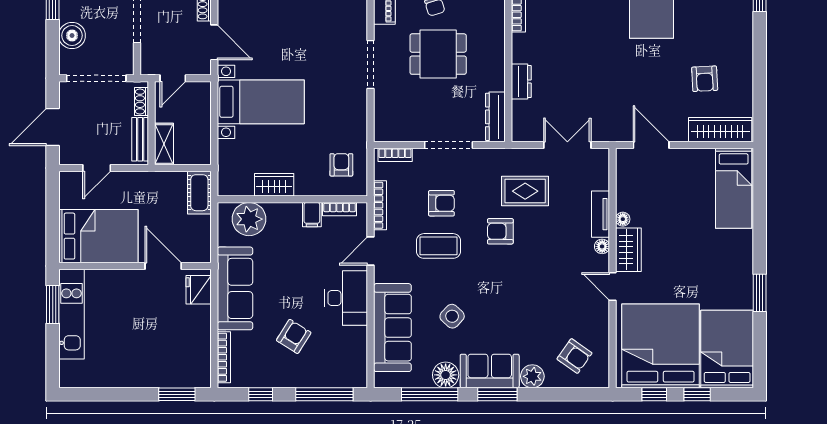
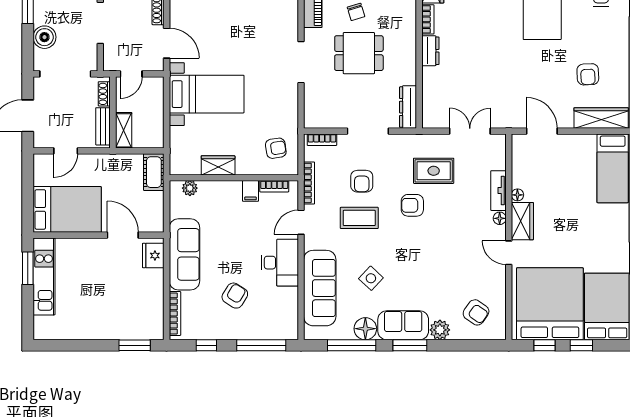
dresser: (521, 81) -> (430, 51), moved
armchair: (341, 165) -> (276, 148), turned 81
armchair: (441, 203) -> (362, 181), turned 90
plant: (249, 219) -> (190, 188), width x0.53, depth x0.53

